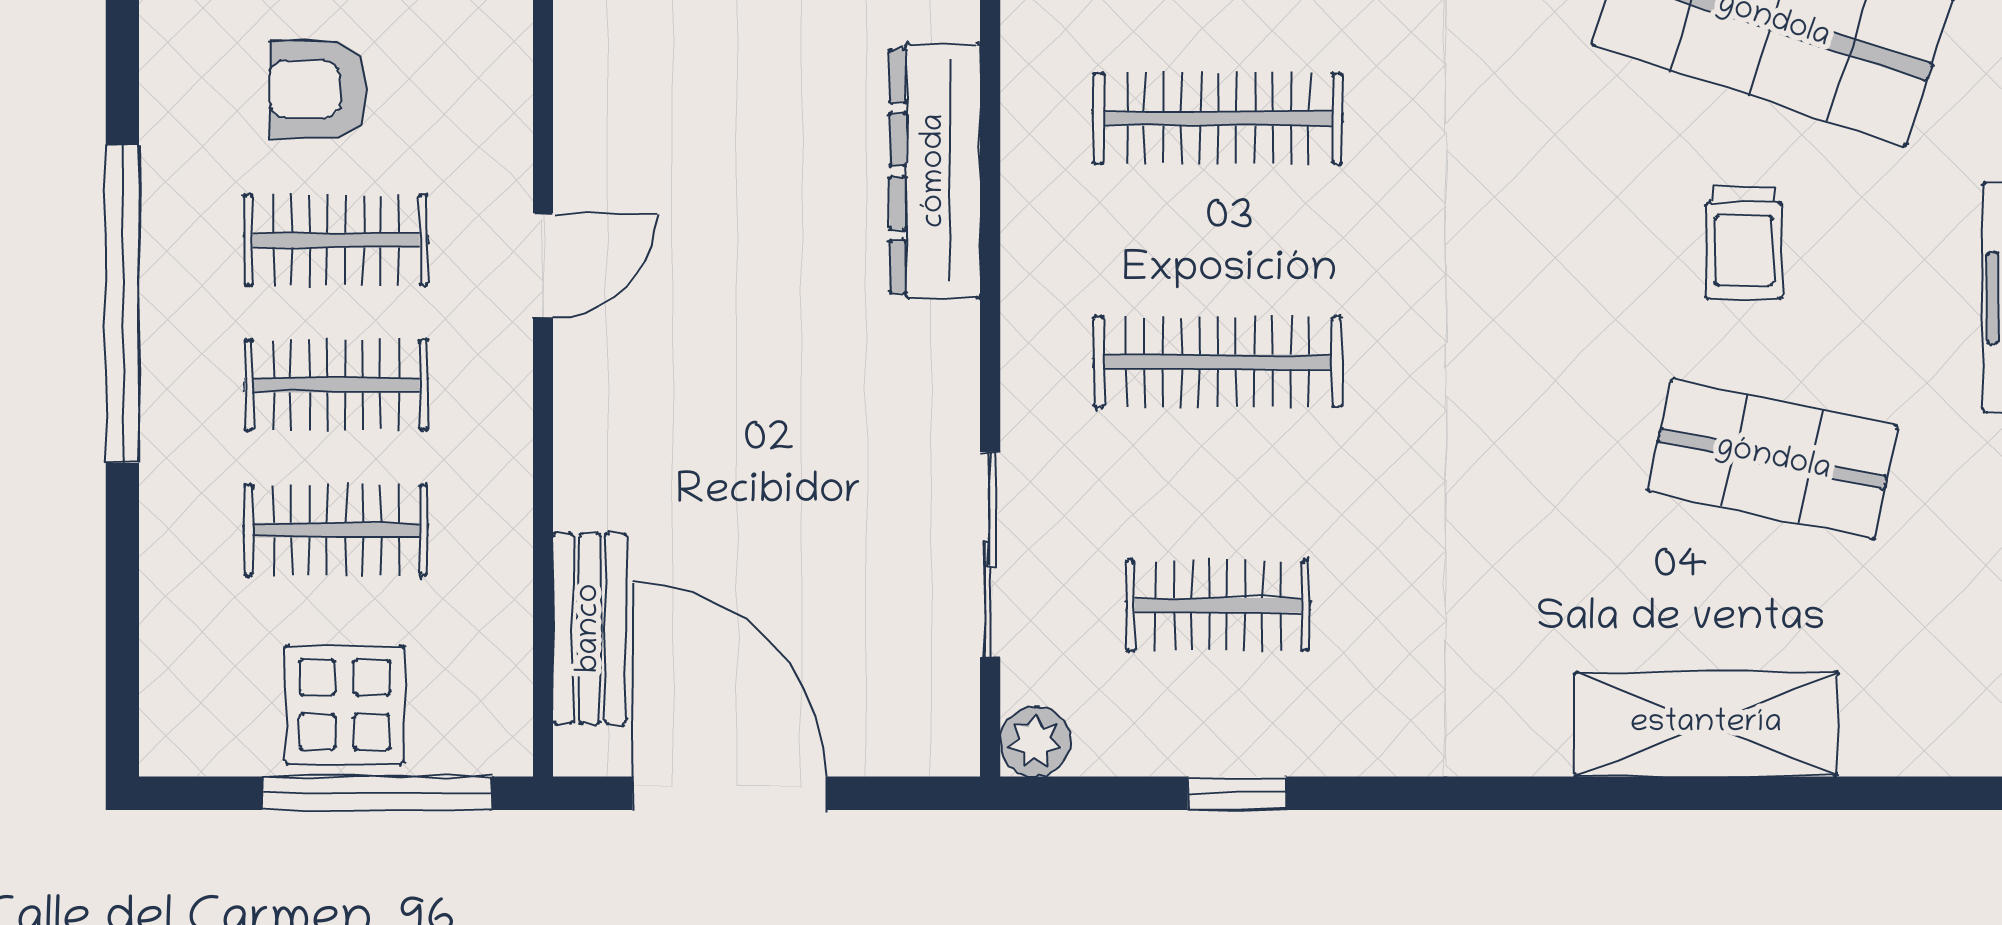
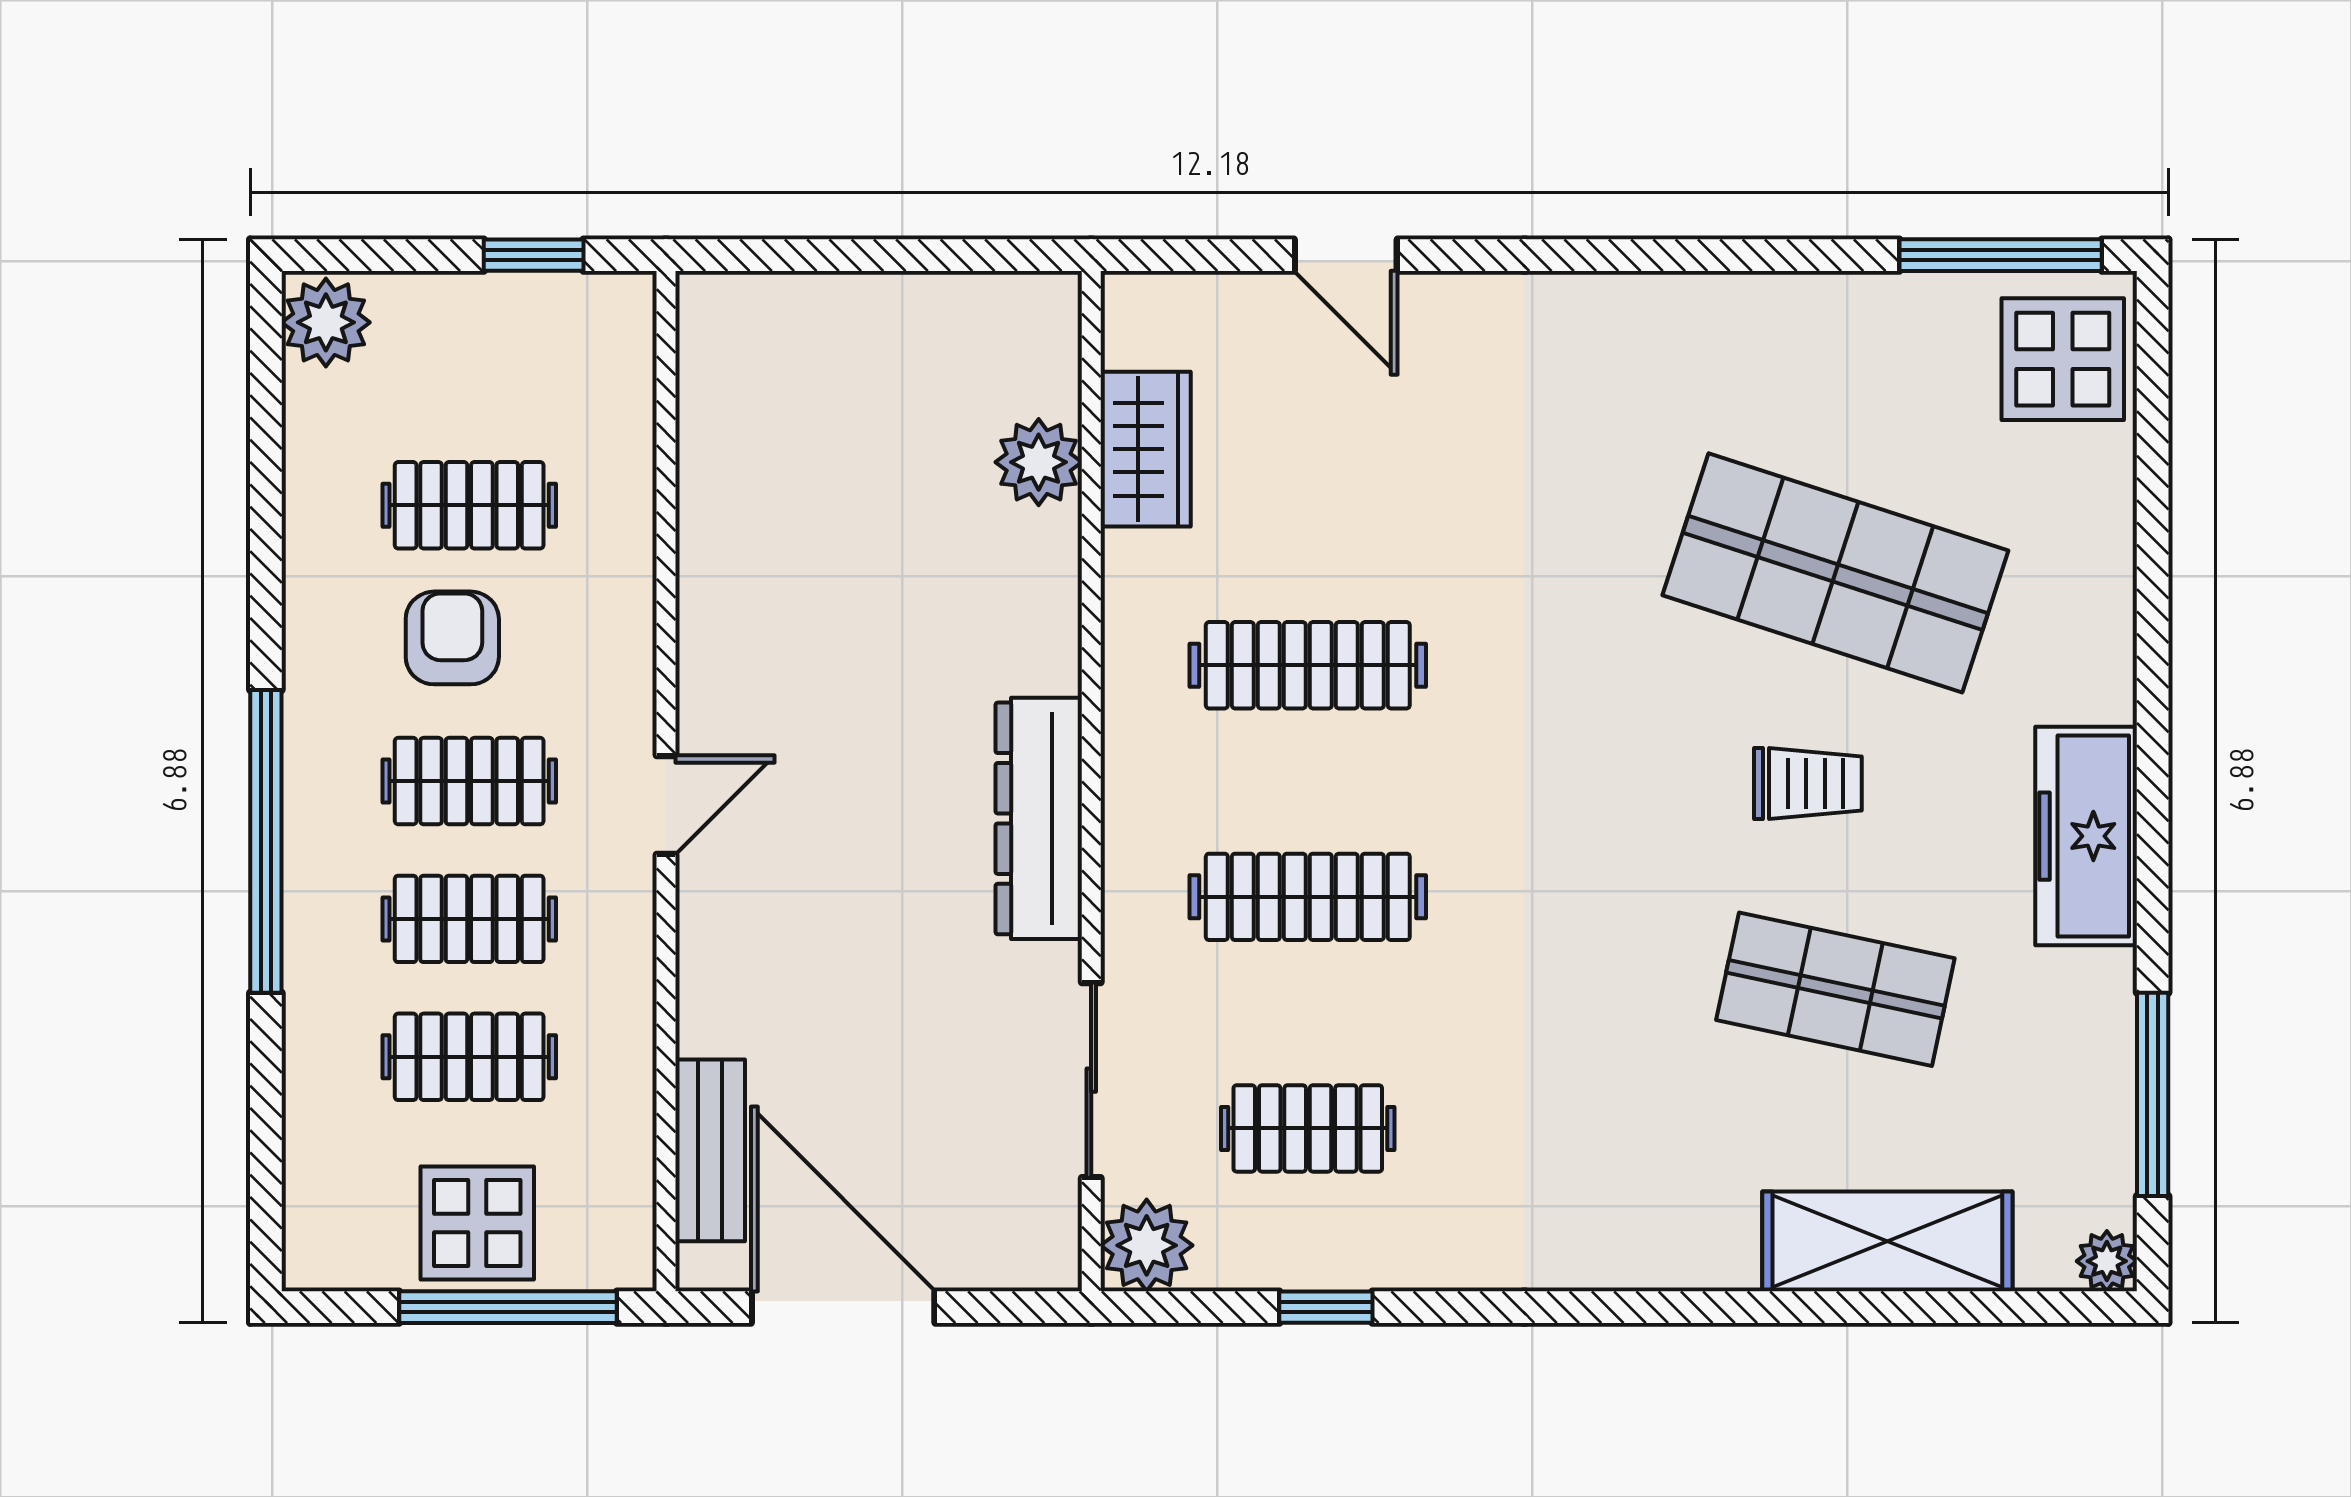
armchair: (318, 90) -> (452, 638), turned 90
dresser: (935, 171) -> (1039, 818), moved
trolley: (1744, 243) -> (1808, 784), turned -90
shelving: (1706, 724) -> (1887, 1241), moved
plant: (1035, 741) -> (1147, 1245), width x1.38, depth x1.38

